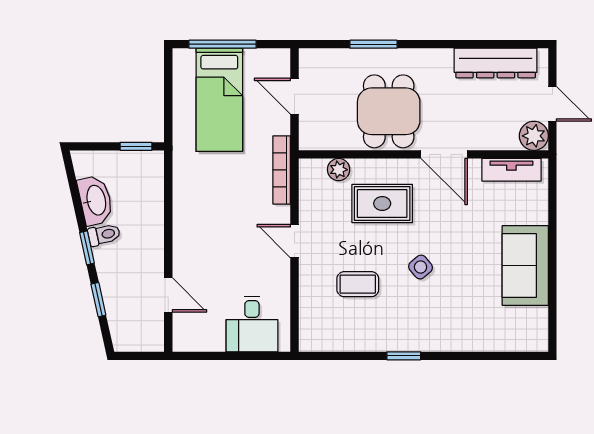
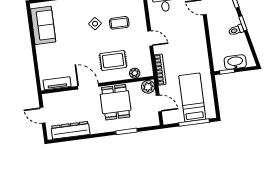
plant: (534, 136) -> (148, 87), moved
washbasin: (95, 200) -> (235, 62), moved, turned 102
sofa: (525, 266) -> (43, 25), moved
side table: (421, 267) -> (95, 24), moved

